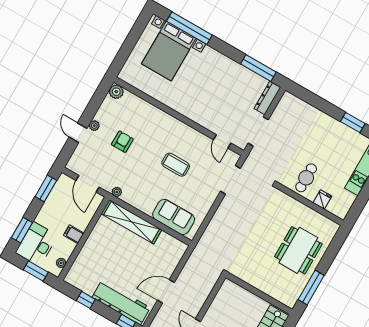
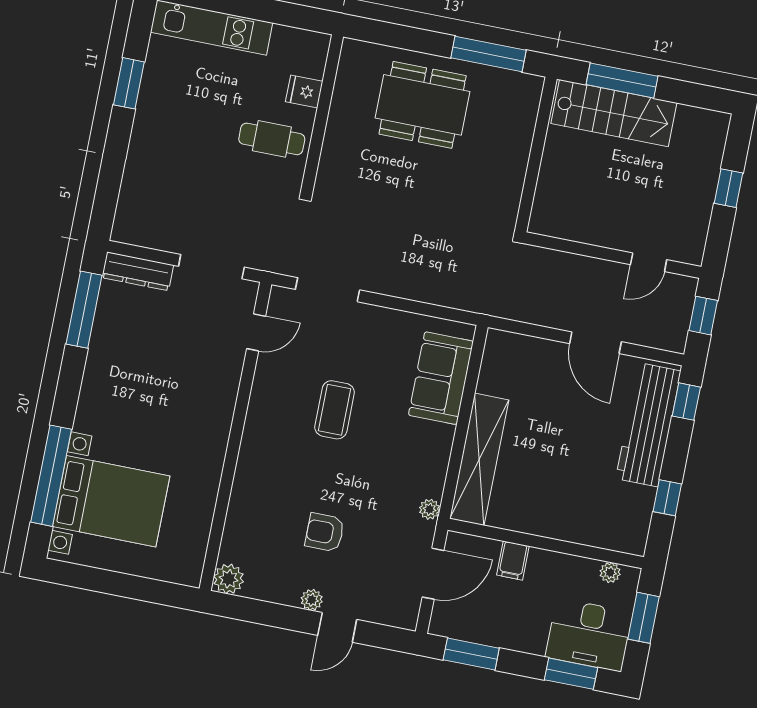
filing cabinet: (74, 234) -> (513, 561), moved

